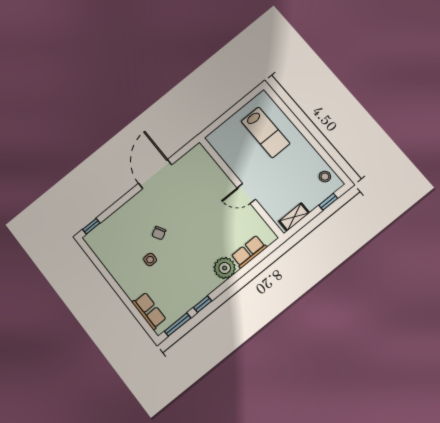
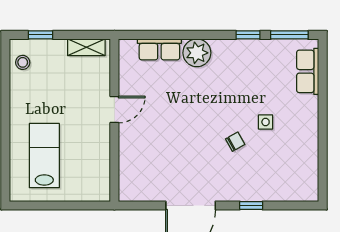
door: (246, 193) -> (114, 110), hinge flipped
window: (91, 226) -> (251, 205), moved

